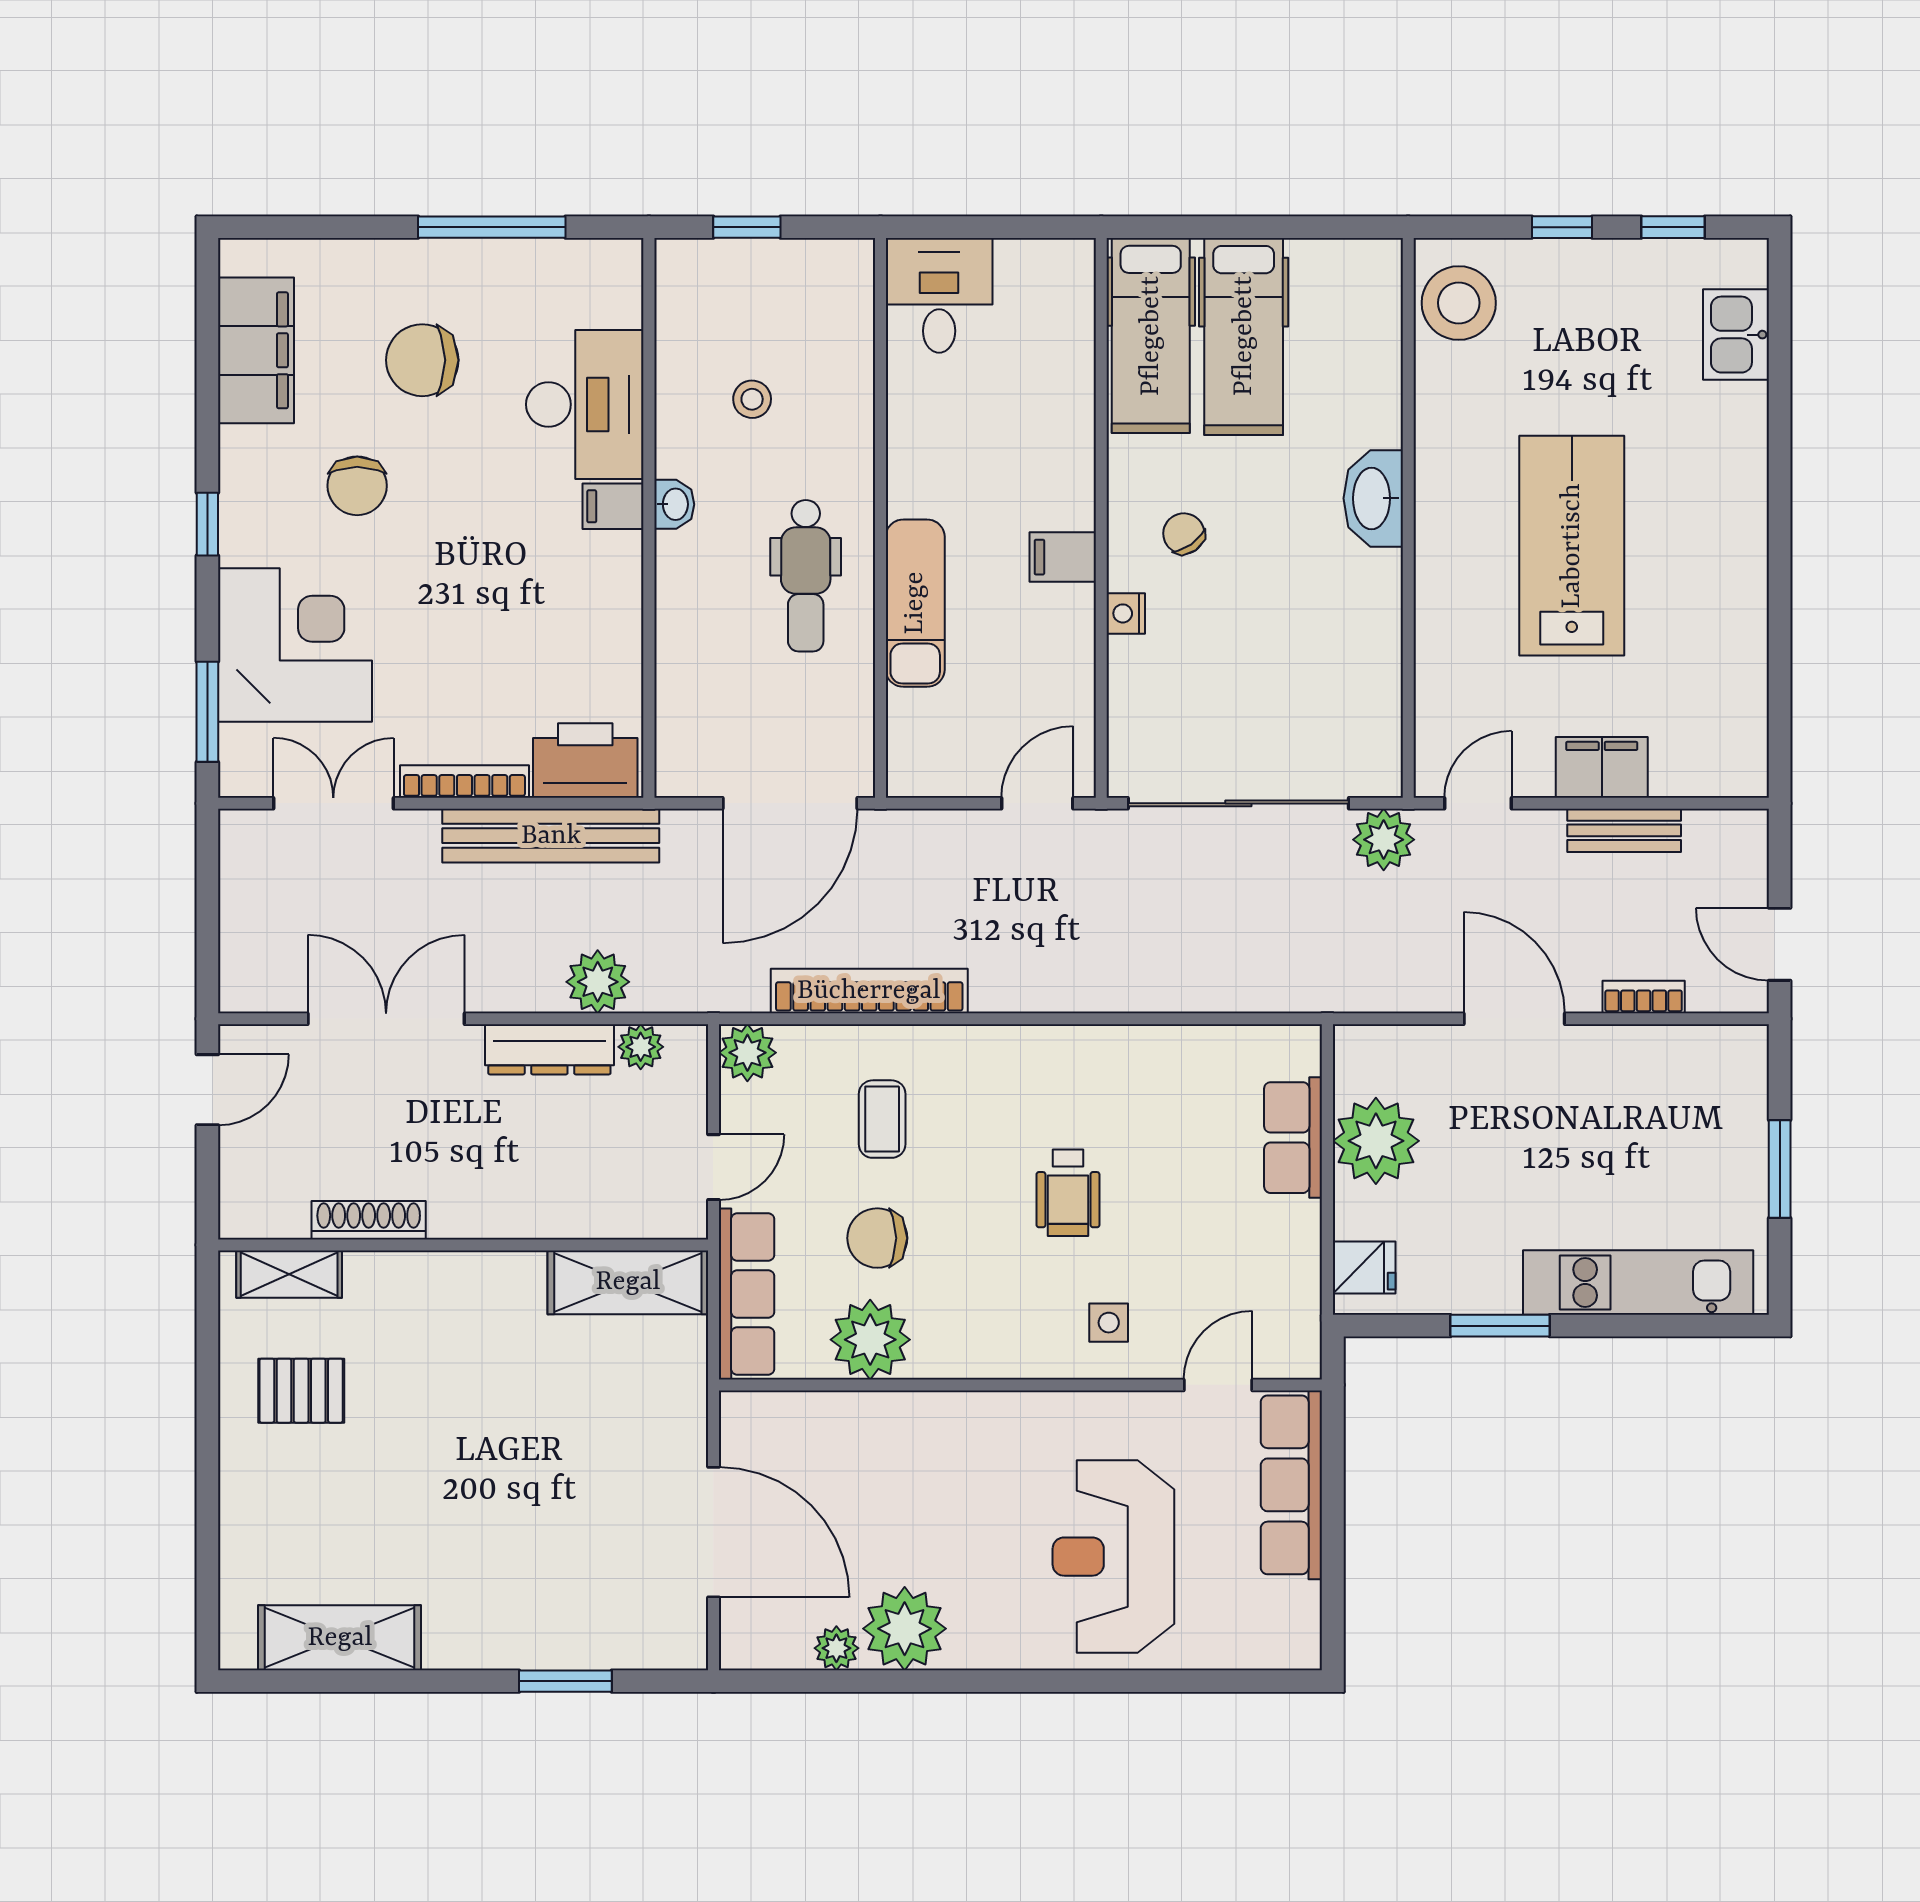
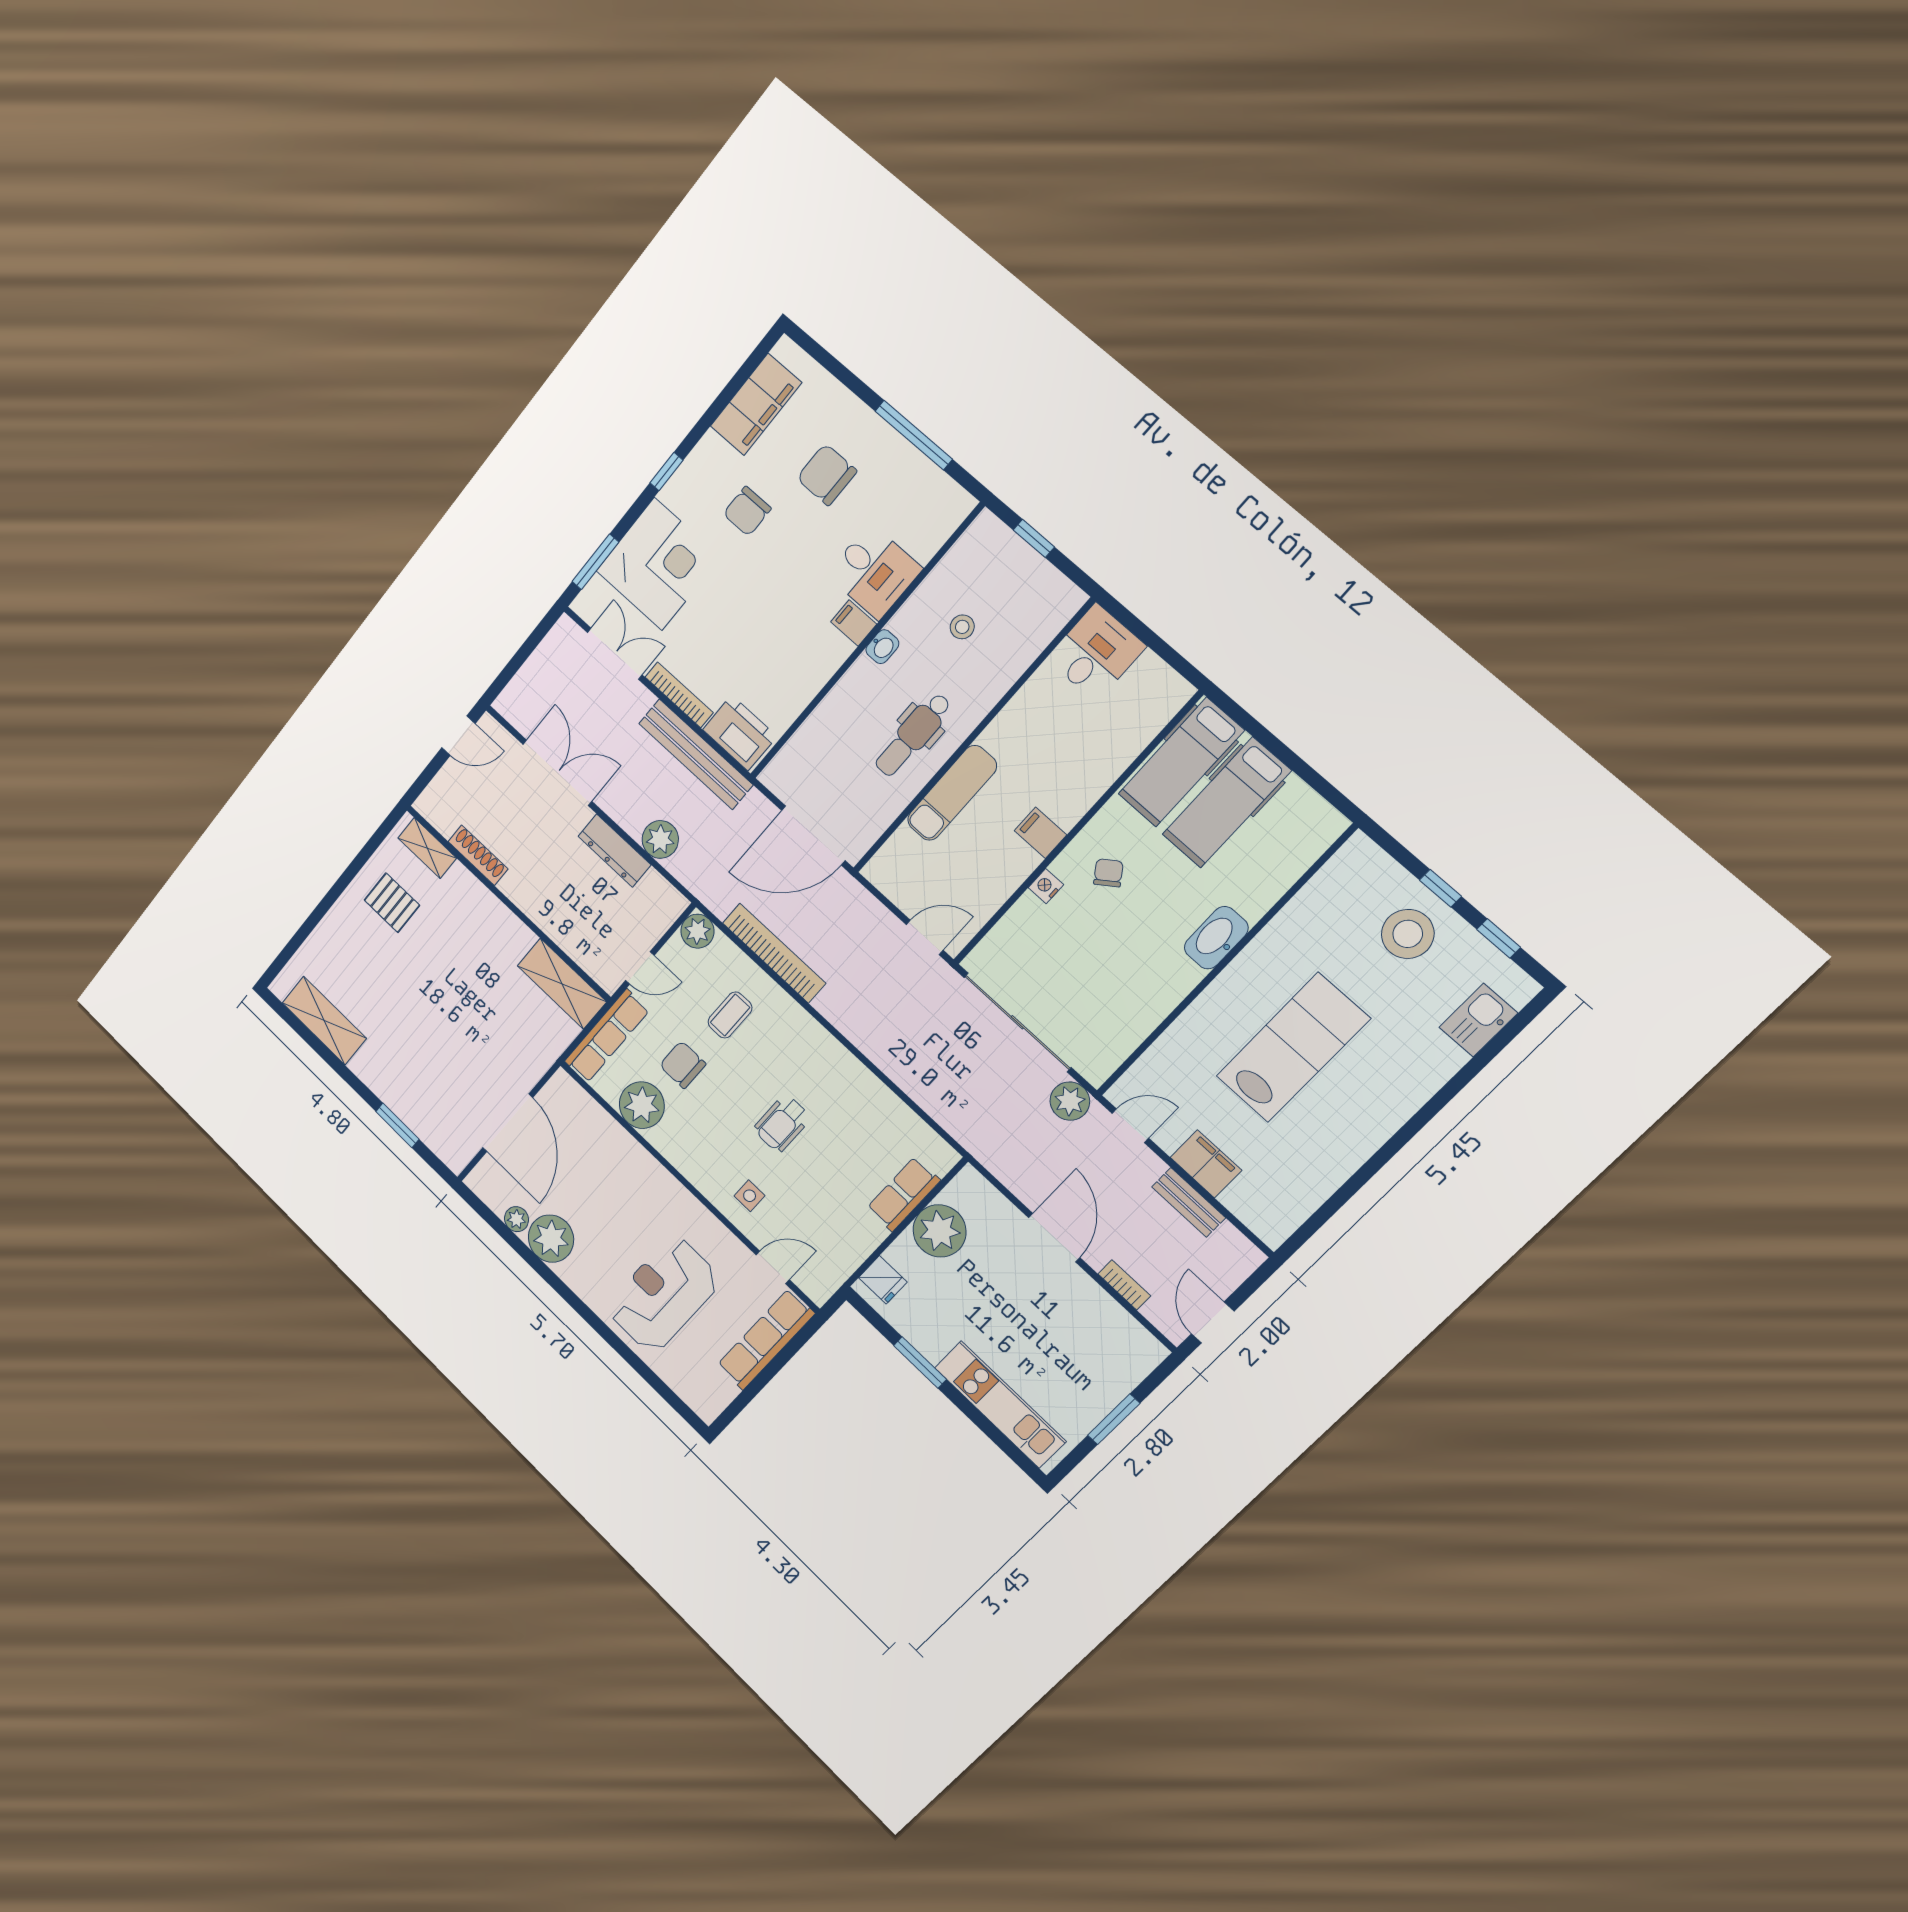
stool: (1459, 303) -> (1408, 934), moved
desk: (585, 404) -> (874, 572), width x0.73
plant: (641, 1047) -> (654, 886), removed

